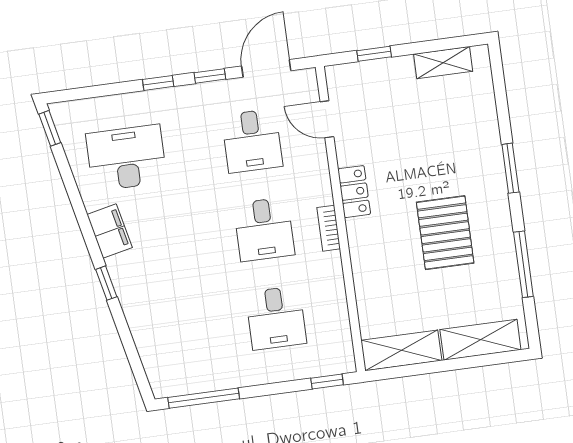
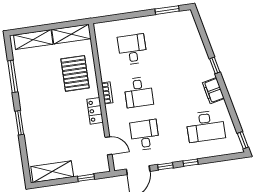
shelving: (443, 63) -> (52, 172), width x1.50, depth x1.33
desk: (264, 229) -> (139, 92), turned 180
pallet: (445, 233) -> (75, 73), moved
window: (327, 381) -> (107, 19), removed
window: (204, 398) -> (167, 10), width x0.69

